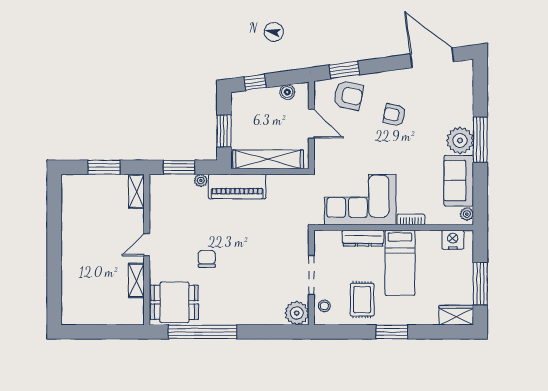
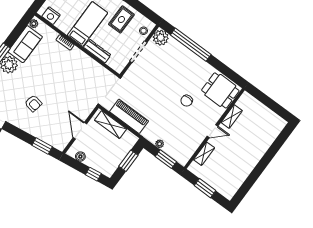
armchair: (348, 95) -> (50, 131), removed
shelving: (268, 159) -> (111, 125), width x0.68
piano: (237, 186) -> (129, 116), moved
shelving: (136, 191) -> (204, 154), moved
corner sofa: (360, 200) -> (84, 72), removed
window: (203, 332) -> (191, 45), moved

